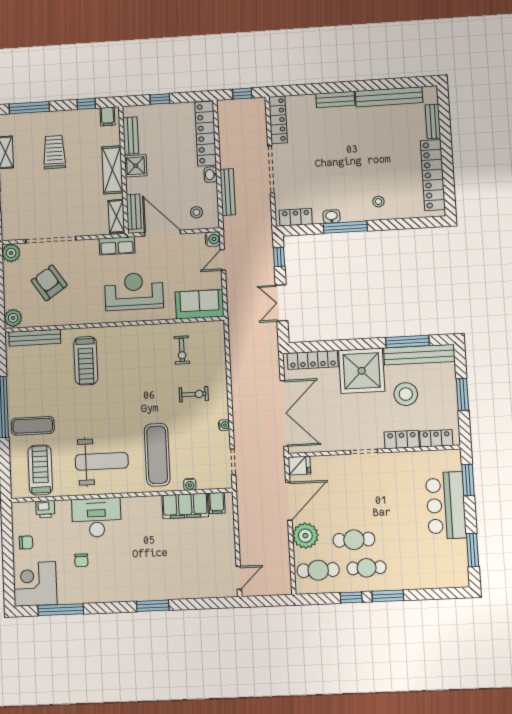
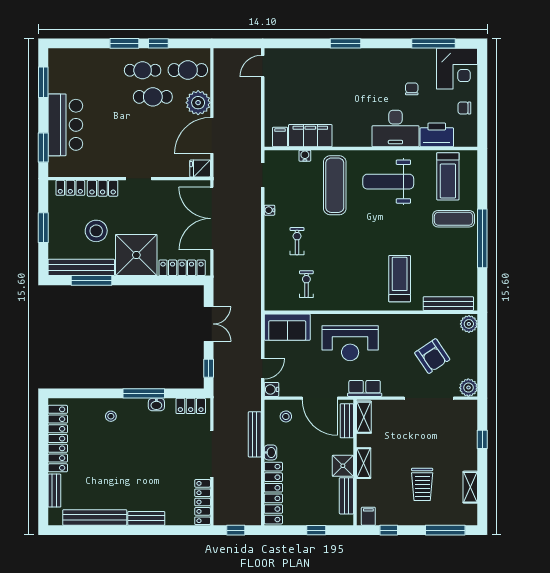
shelving: (112, 170) -> (364, 463), width x0.67, depth x0.75
exercise bike: (194, 394) -> (297, 241), turned 90
printer: (45, 509) -> (437, 135), width x1.87, depth x1.48

